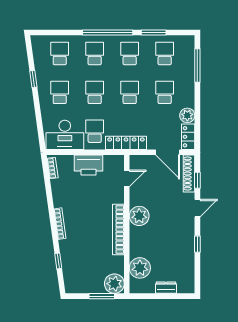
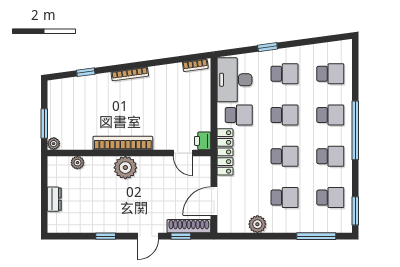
window: (154, 32) -> (355, 211), moved
window: (33, 79) -> (268, 47), moved
locker: (188, 137) -> (232, 225), removed
printer: (89, 165) -> (203, 141), moved, width x0.53, depth x0.68
door: (197, 208) -> (148, 236), hinge flipped
plant: (139, 216) -> (125, 168), moved
plant: (140, 268) -> (77, 163), width x0.53, depth x0.53
plant: (114, 284) -> (54, 144), width x0.53, depth x0.53

